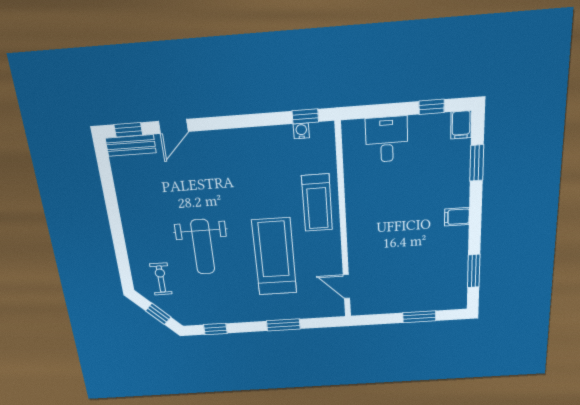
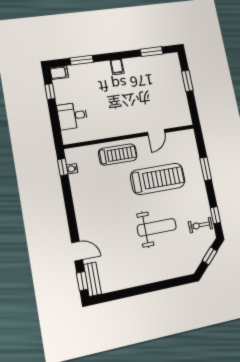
treadmill: (274, 257) -> (158, 179), turned 180
exercise bike: (161, 279) -> (200, 225), moved
door: (346, 286) -> (156, 132), moved

